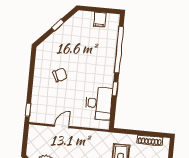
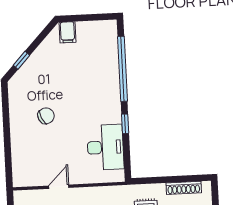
filing cabinet: (100, 20) -> (67, 32), moved
window: (58, 25) -> (22, 60), moved
window: (28, 110) -> (9, 171), removed

